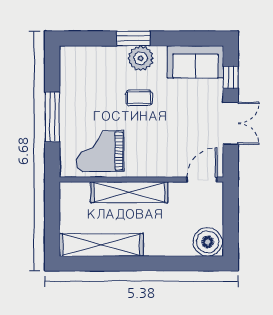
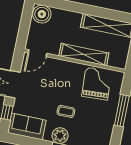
grand piano: (100, 151) -> (97, 84), turned -93

